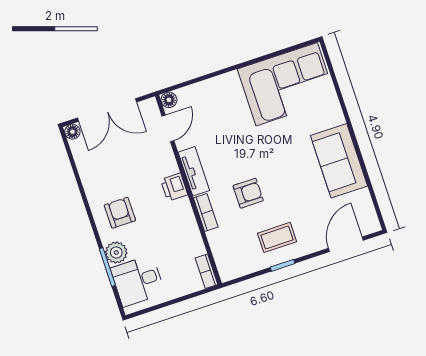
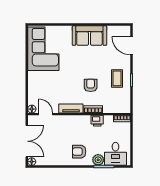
printer: (174, 187) -> (97, 121), moved

